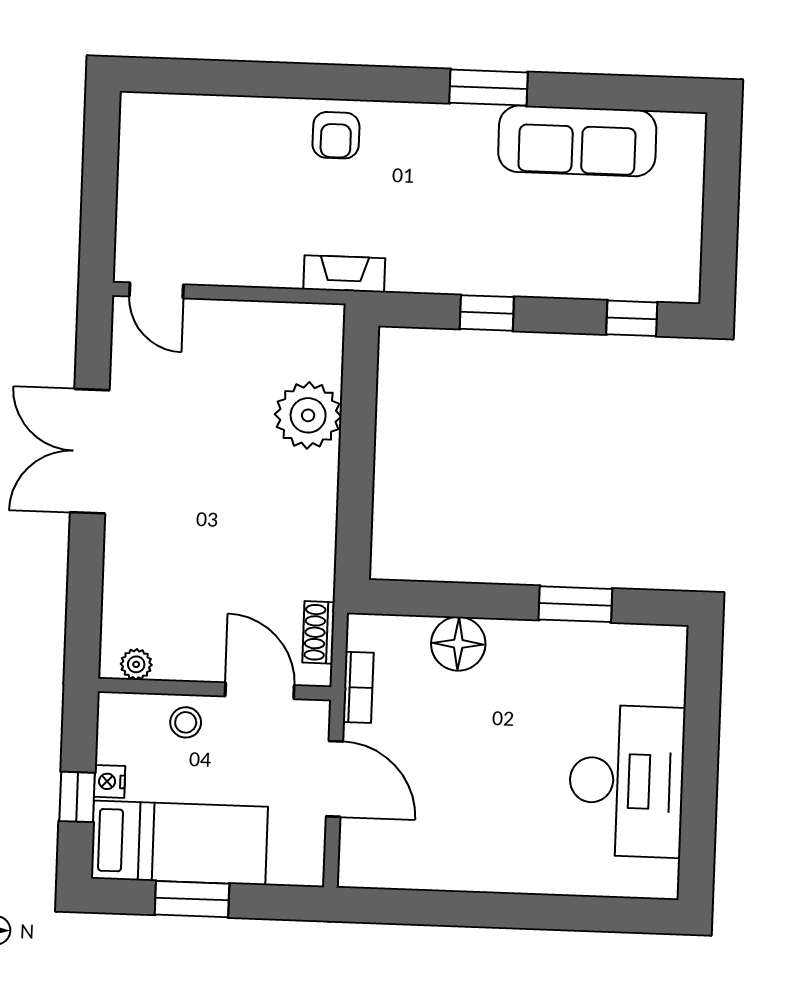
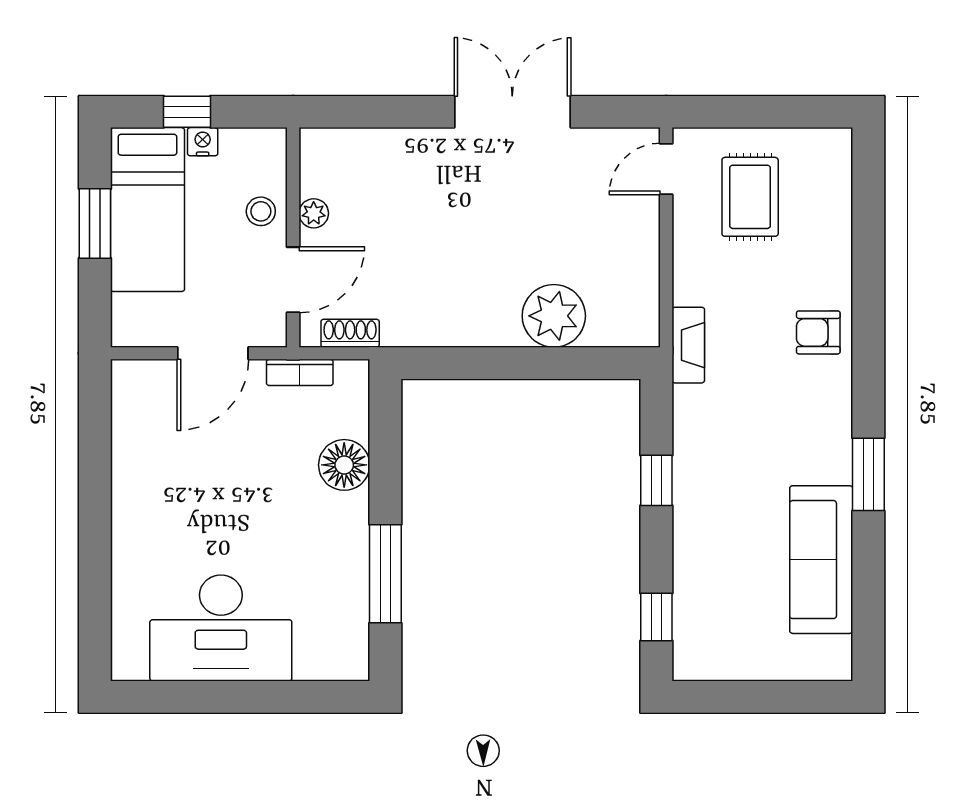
rug: (189, 202) -> (750, 197), added
window: (575, 604) -> (385, 574), width x1.44
plant: (136, 664) -> (314, 213), moved

